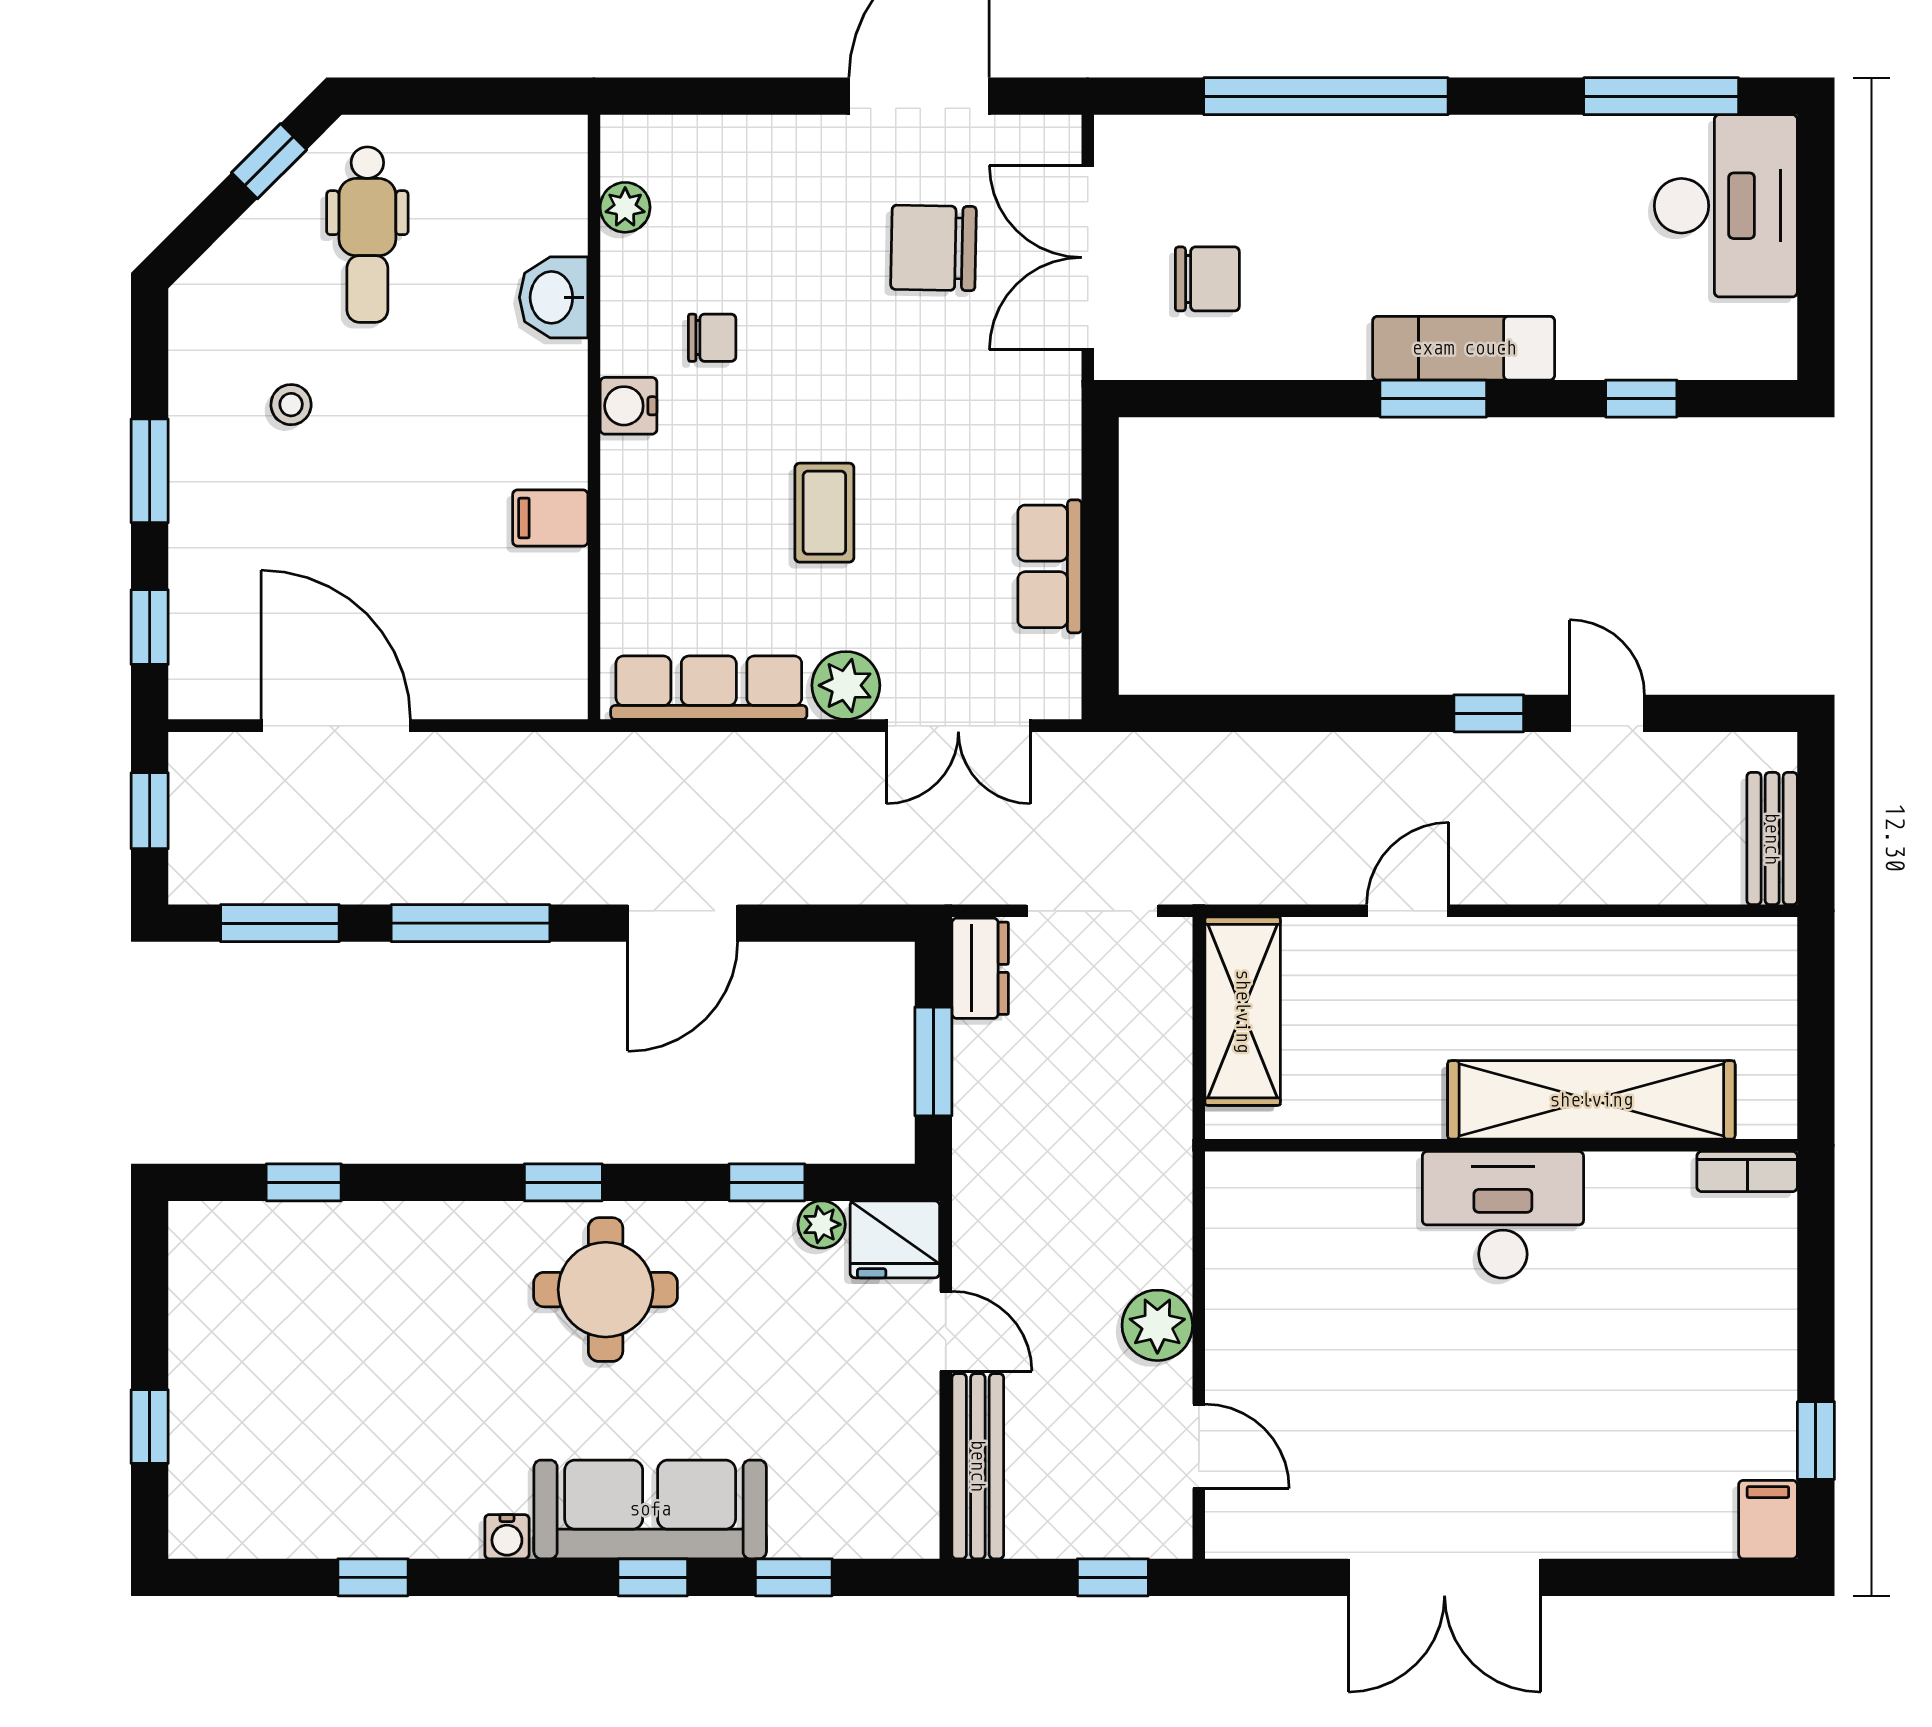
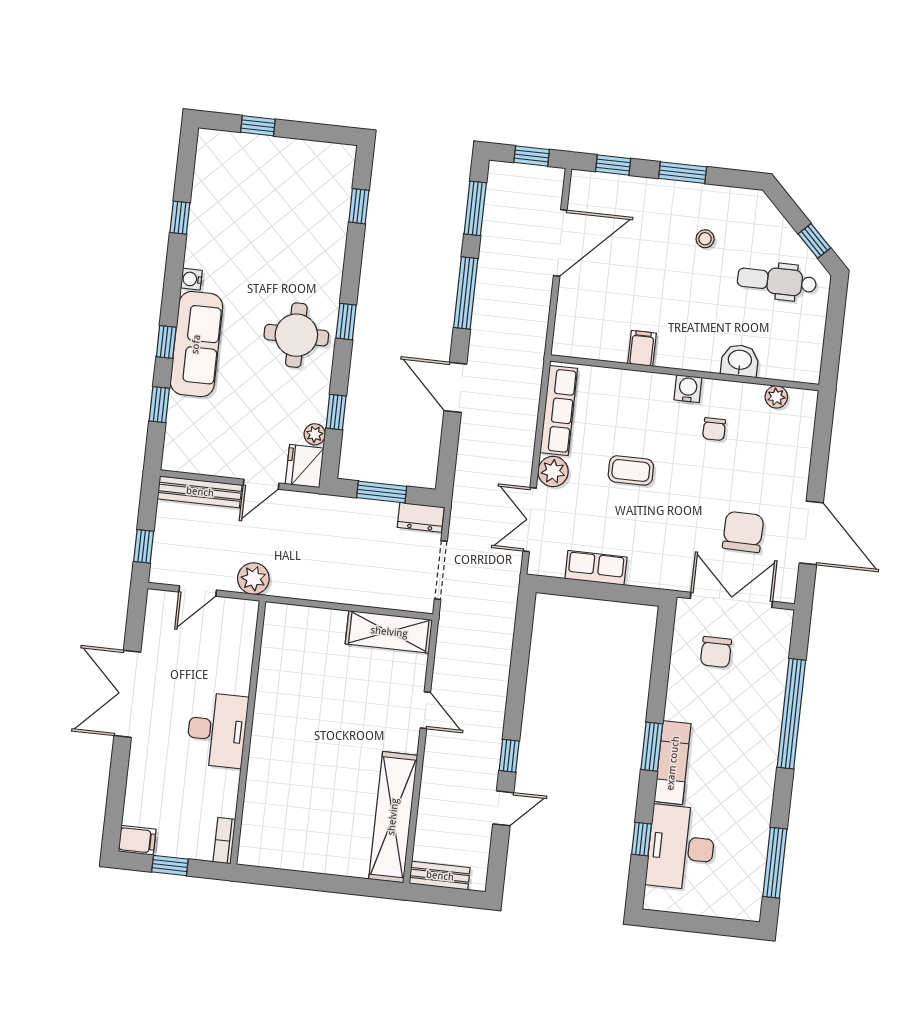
desk: (1726, 206) -> (681, 848), moved, turned 90
shelving: (1591, 1100) -> (393, 817), moved
wall: (1501, 1145) -> (248, 733), moved
bookcase: (1747, 1172) -> (224, 841), moved
desk: (1503, 1215) -> (217, 730), moved

